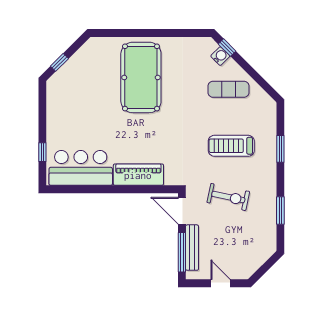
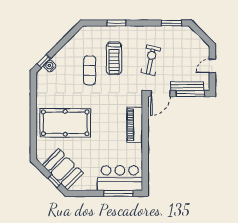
booth: (76, 74) -> (63, 169), added
exercise mat: (228, 89) -> (90, 70), moved
window: (42, 152) -> (119, 193), width x2.17
bar counter: (81, 168) -> (120, 178), moved, turned 90
window: (280, 211) -> (171, 23), moved

